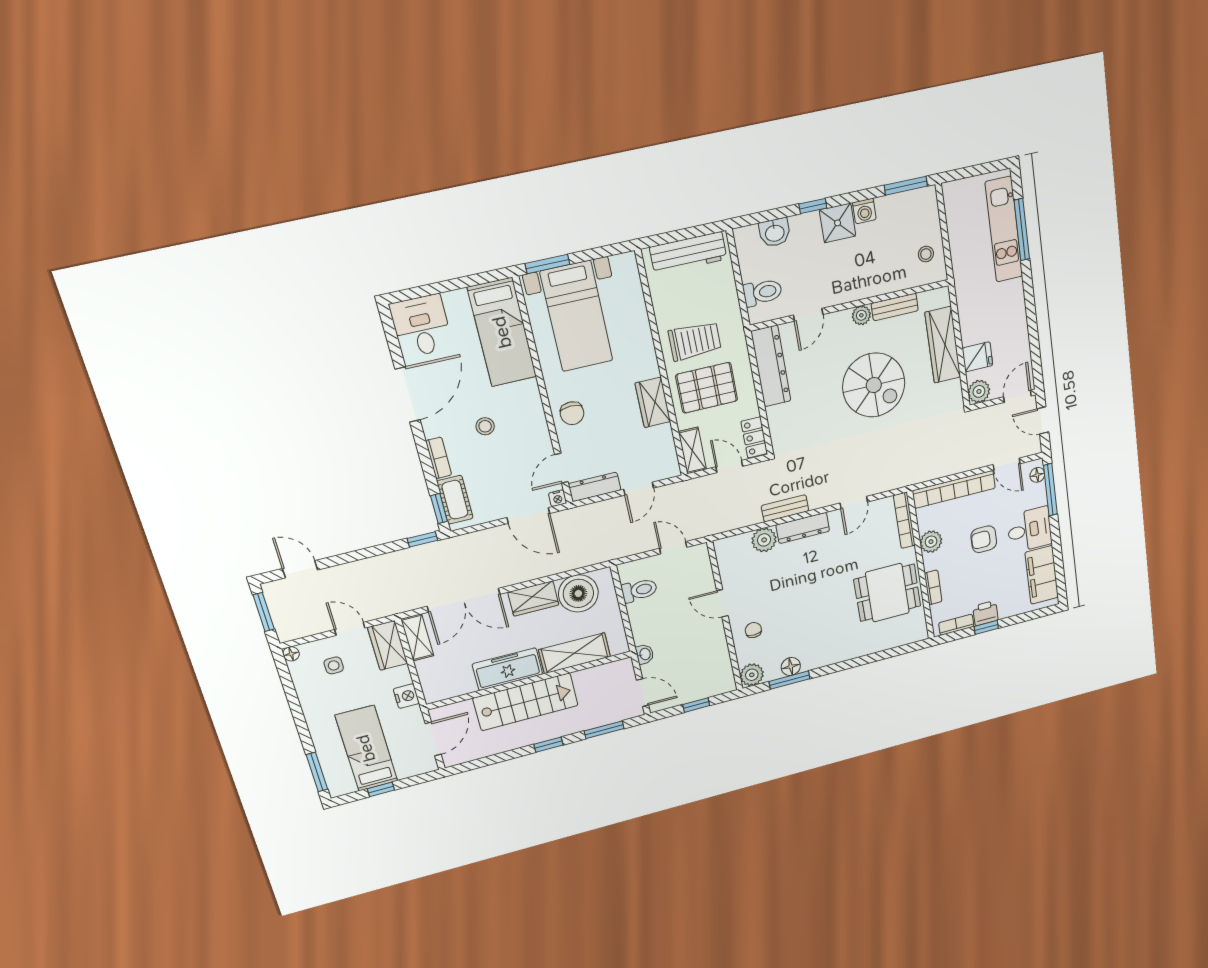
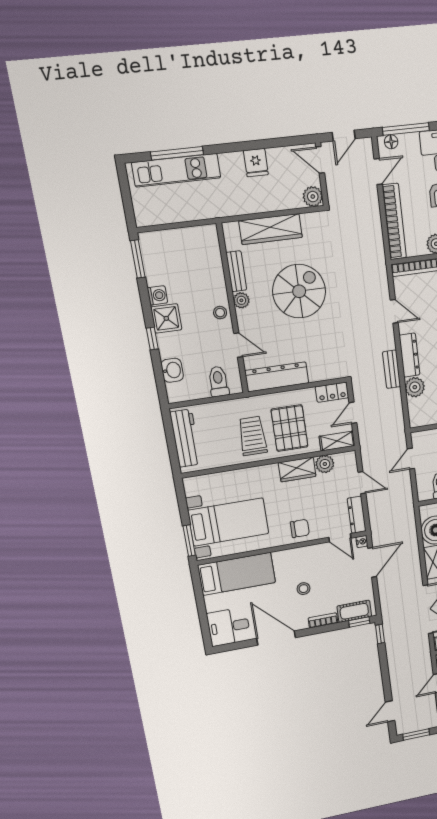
stool: (926, 254) -> (220, 313), moved
fridge: (977, 357) -> (256, 163), moved, turned 180
plant: (662, 438) -> (325, 464), added

